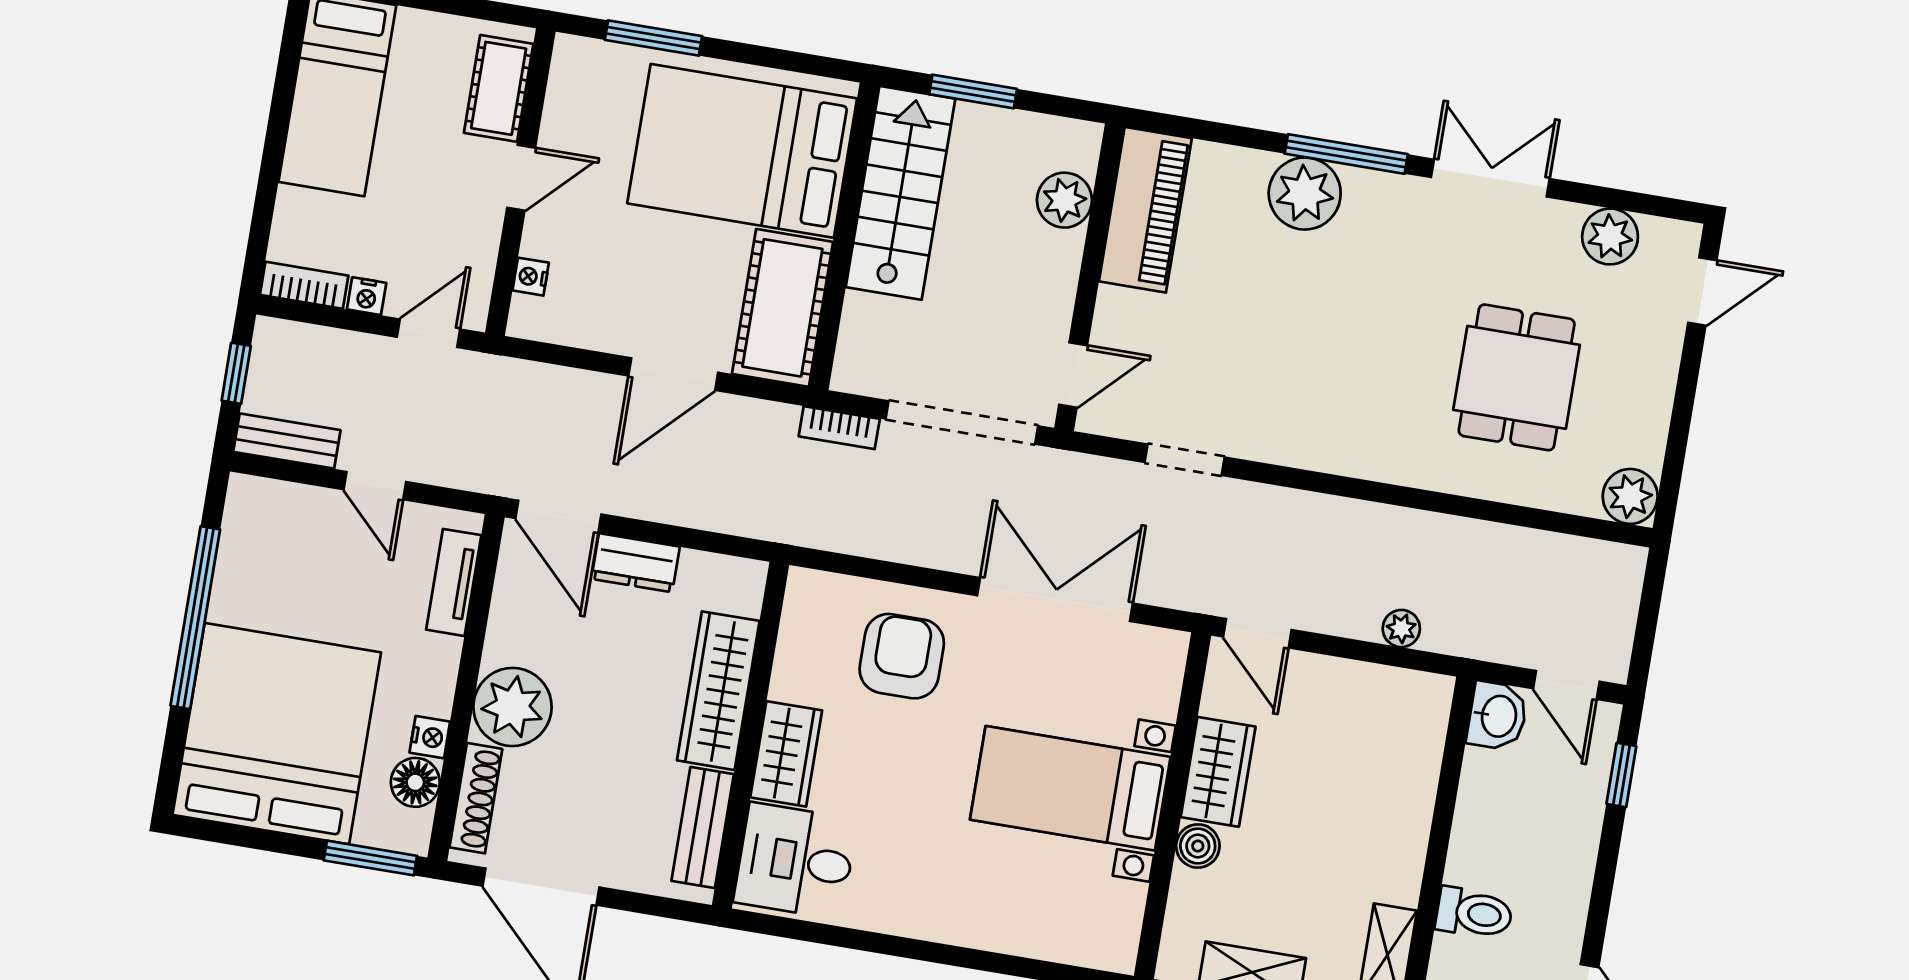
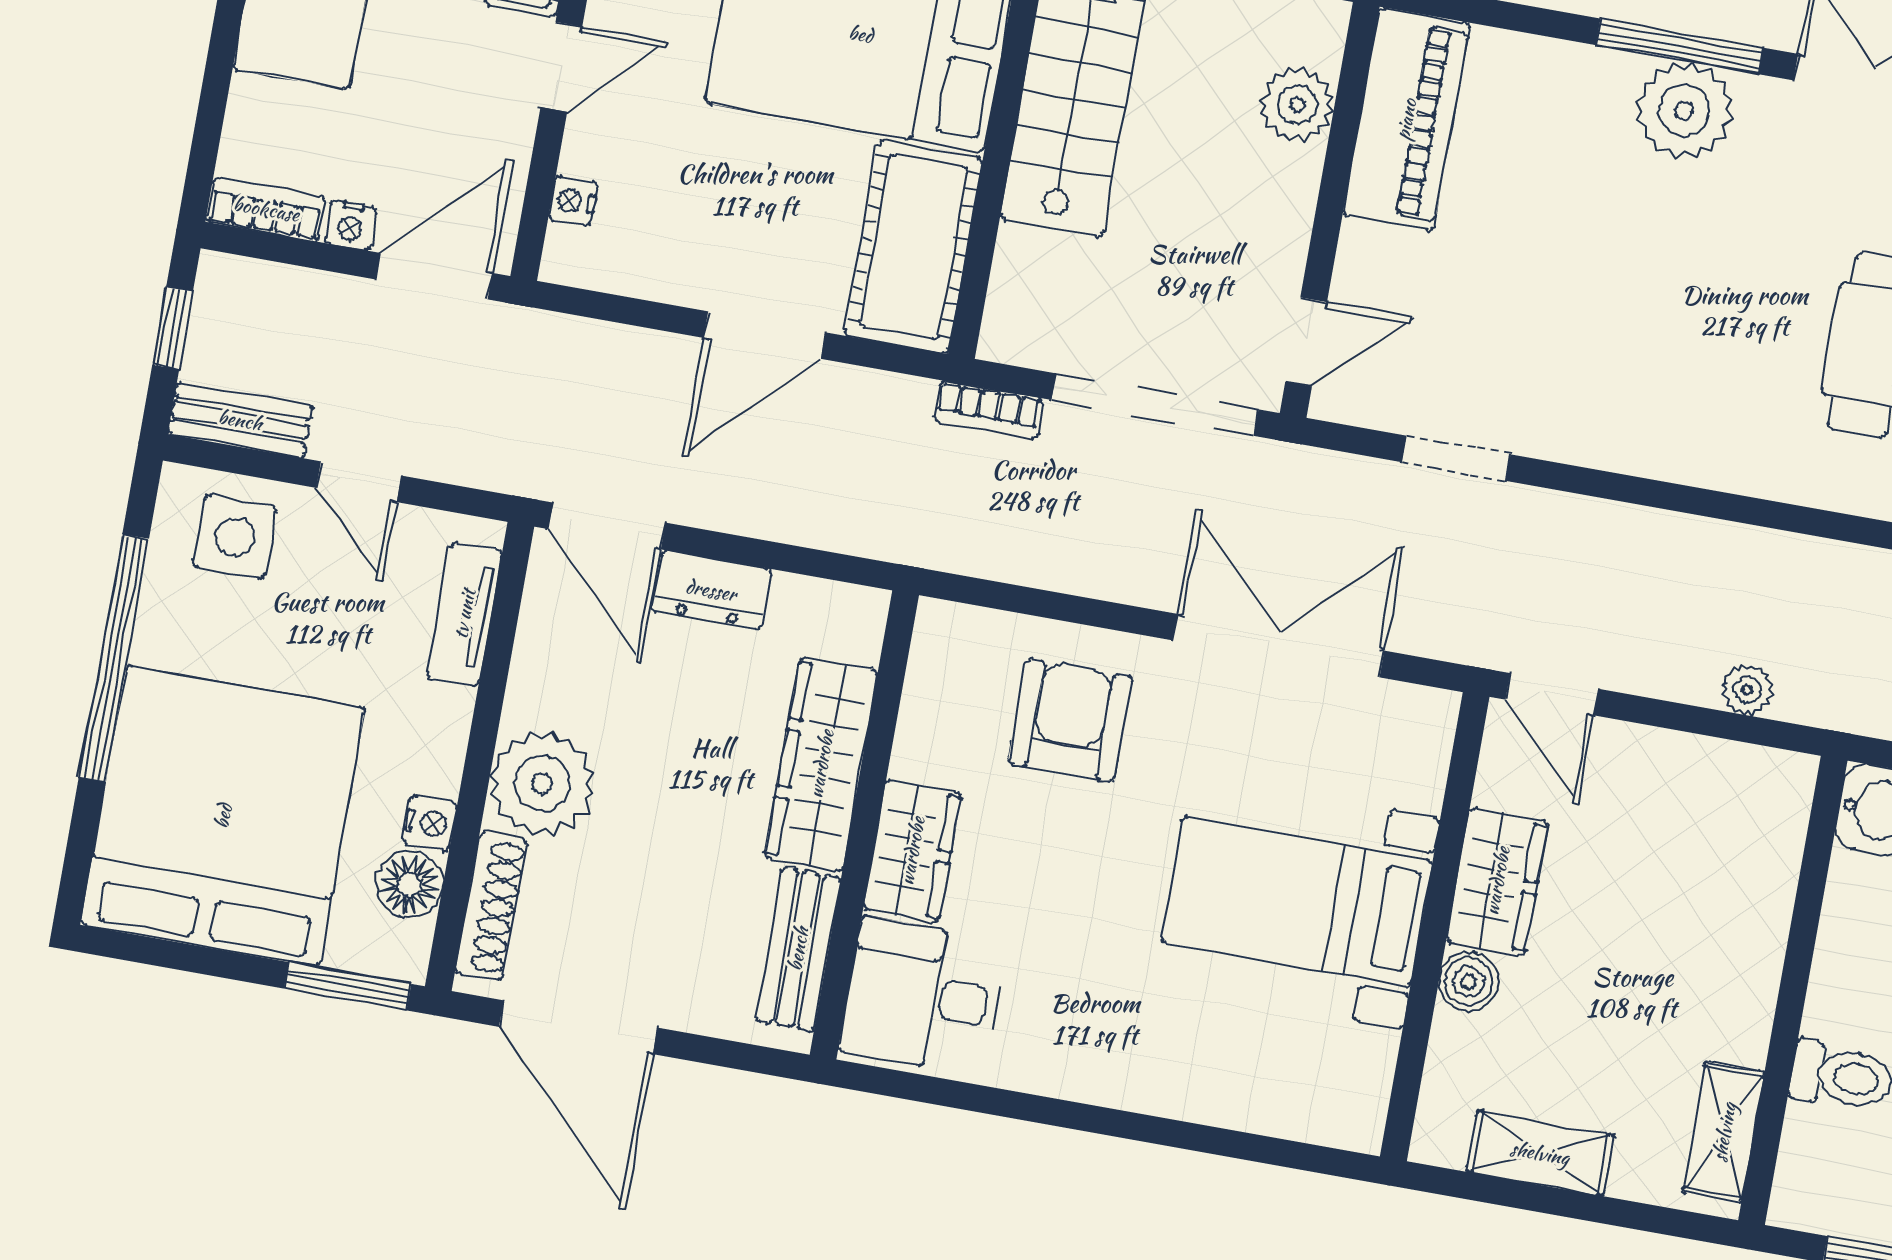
plant: (1305, 194) -> (1684, 110), moved
door: (428, 333) -> (434, 276), width x1.37
side table: (284, 527) -> (235, 537), added

